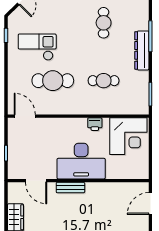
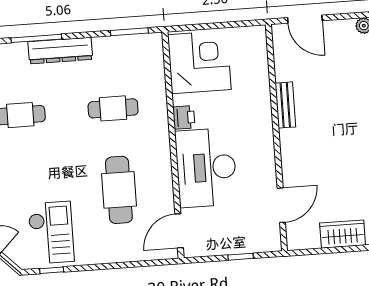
checkout: (37, 47) -> (51, 233), moved, turned 180
cafe table: (104, 81) -> (113, 108), turned 90
desk: (81, 161) -> (206, 168), moved, turned 180
bench: (70, 188) -> (285, 105), moved

